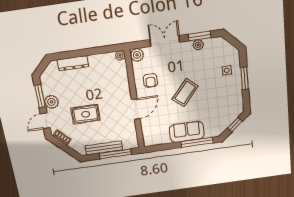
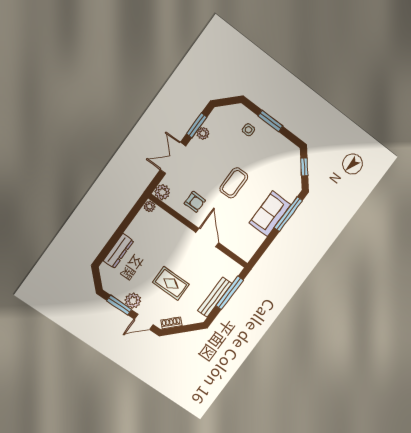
coffee table: (185, 93) -> (234, 183), turned 49
rug: (86, 114) -> (171, 283), turned 90
door: (45, 121) -> (144, 322), hinge flipped

